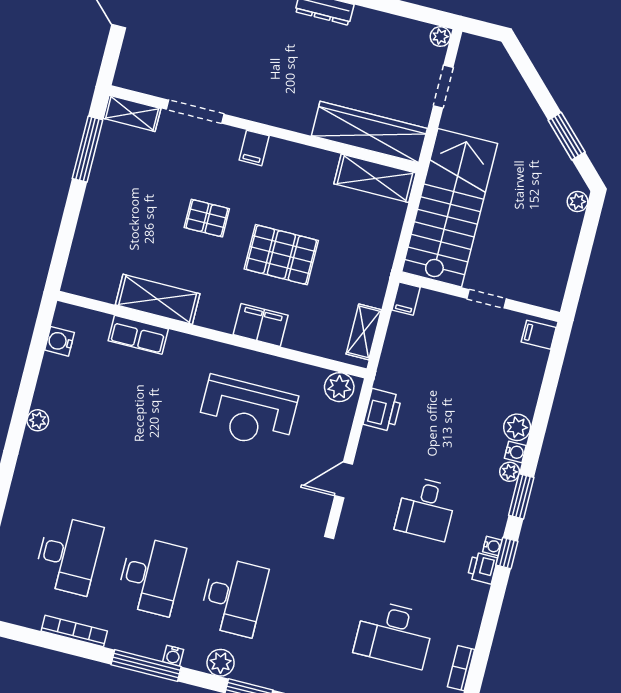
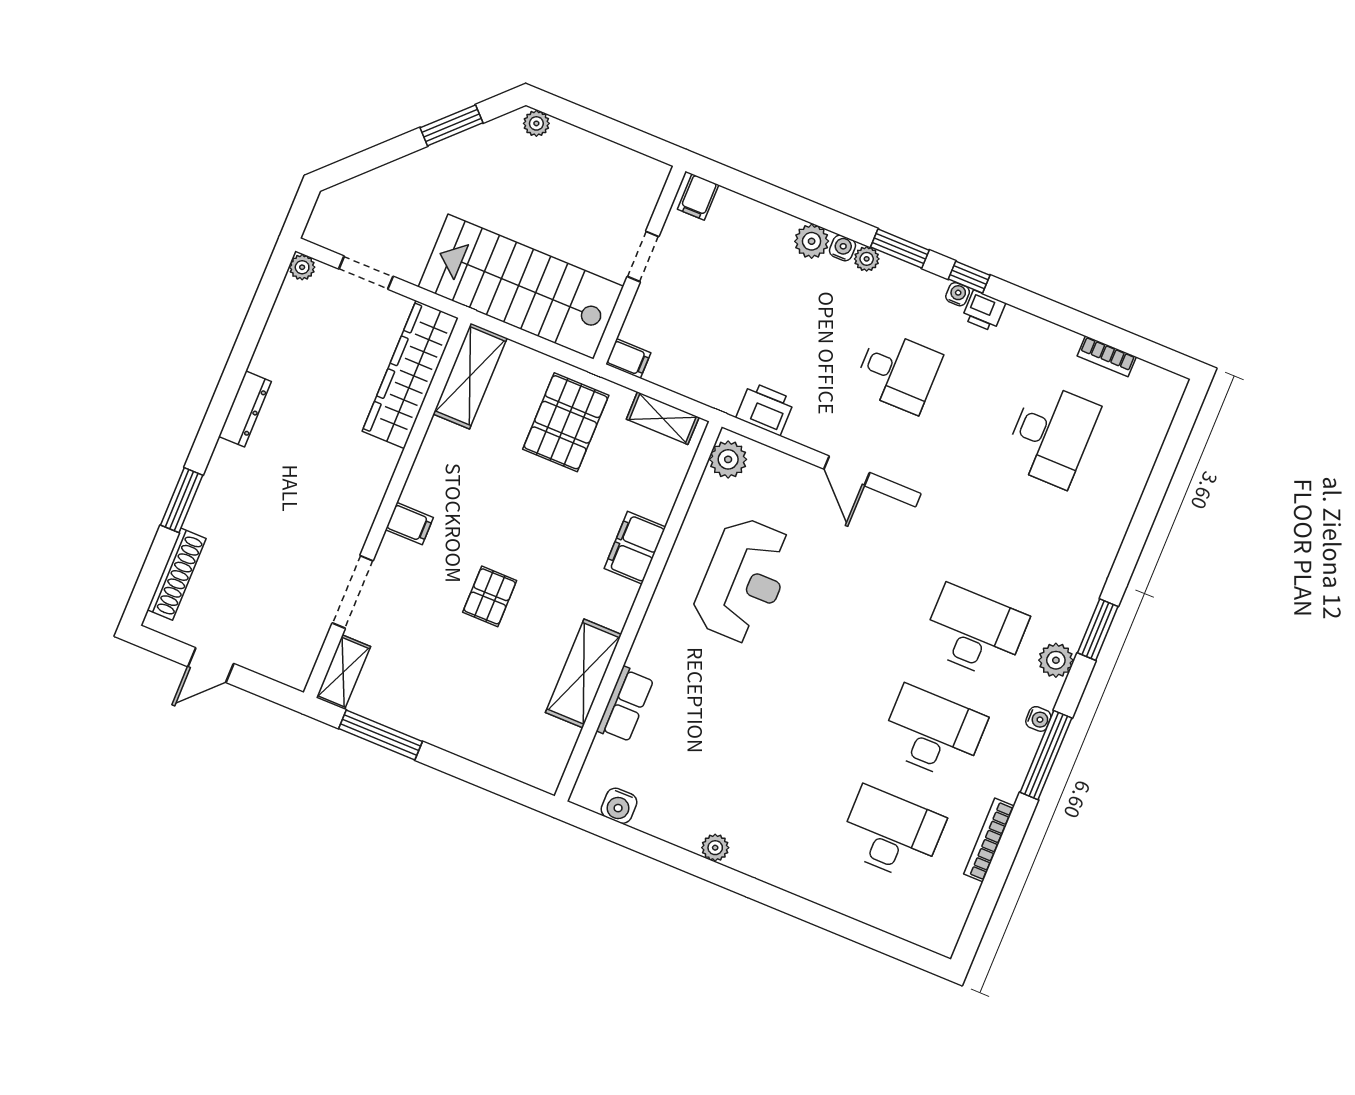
pallet: (281, 255) -> (566, 422), moved

